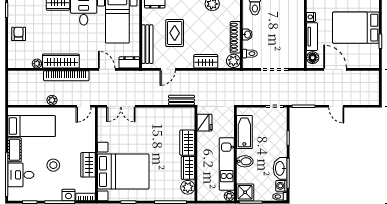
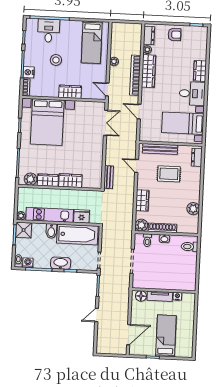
bed: (356, 28) -> (166, 336), width x0.67
dresser: (129, 62) -> (149, 36), moved
door: (107, 69) -> (139, 112), swing flipped
door: (335, 69) -> (129, 335), moved
double door: (121, 106) -> (106, 123), swing flipped
fridge: (205, 123) -> (82, 216), moved, turned 180
bathtub: (244, 132) -> (77, 234), width x1.36, depth x1.36
cot: (15, 150) -> (71, 26), removed
wardrobe: (88, 165) -> (70, 92), moved
washbasin: (280, 168) -> (61, 263), moved

